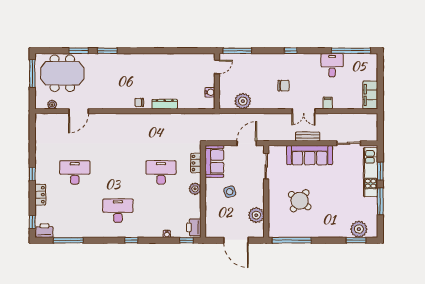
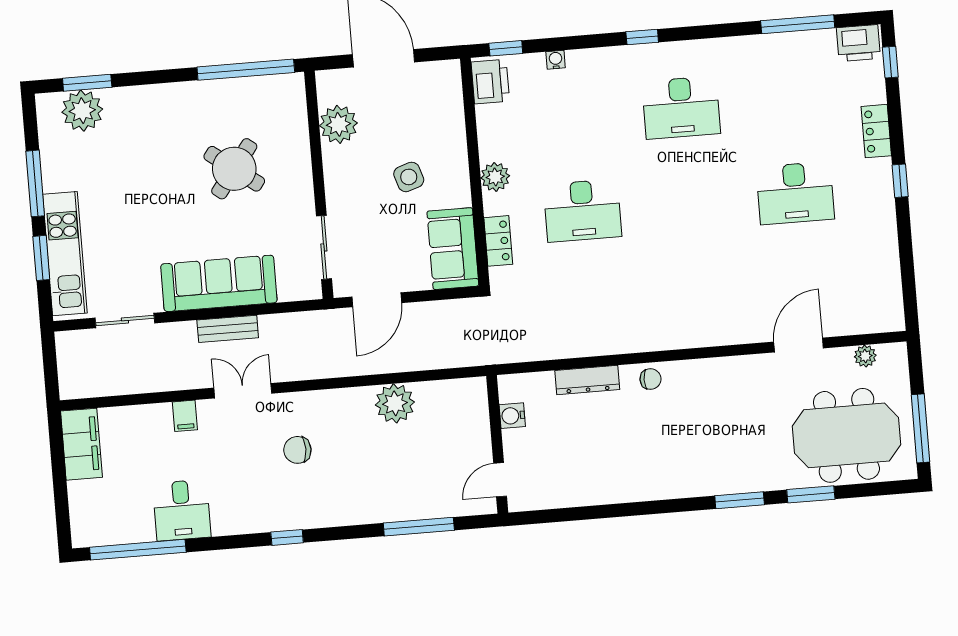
door: (217, 67) -> (500, 480), moved
wall: (217, 81) -> (497, 444), moved
water cooler: (210, 92) -> (512, 416), moved

